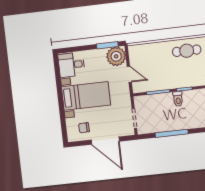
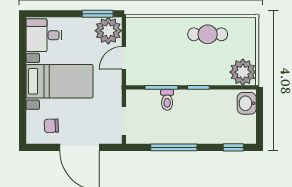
door: (129, 74) -> (124, 58), swing flipped
toilet: (178, 99) -> (167, 100), moved

